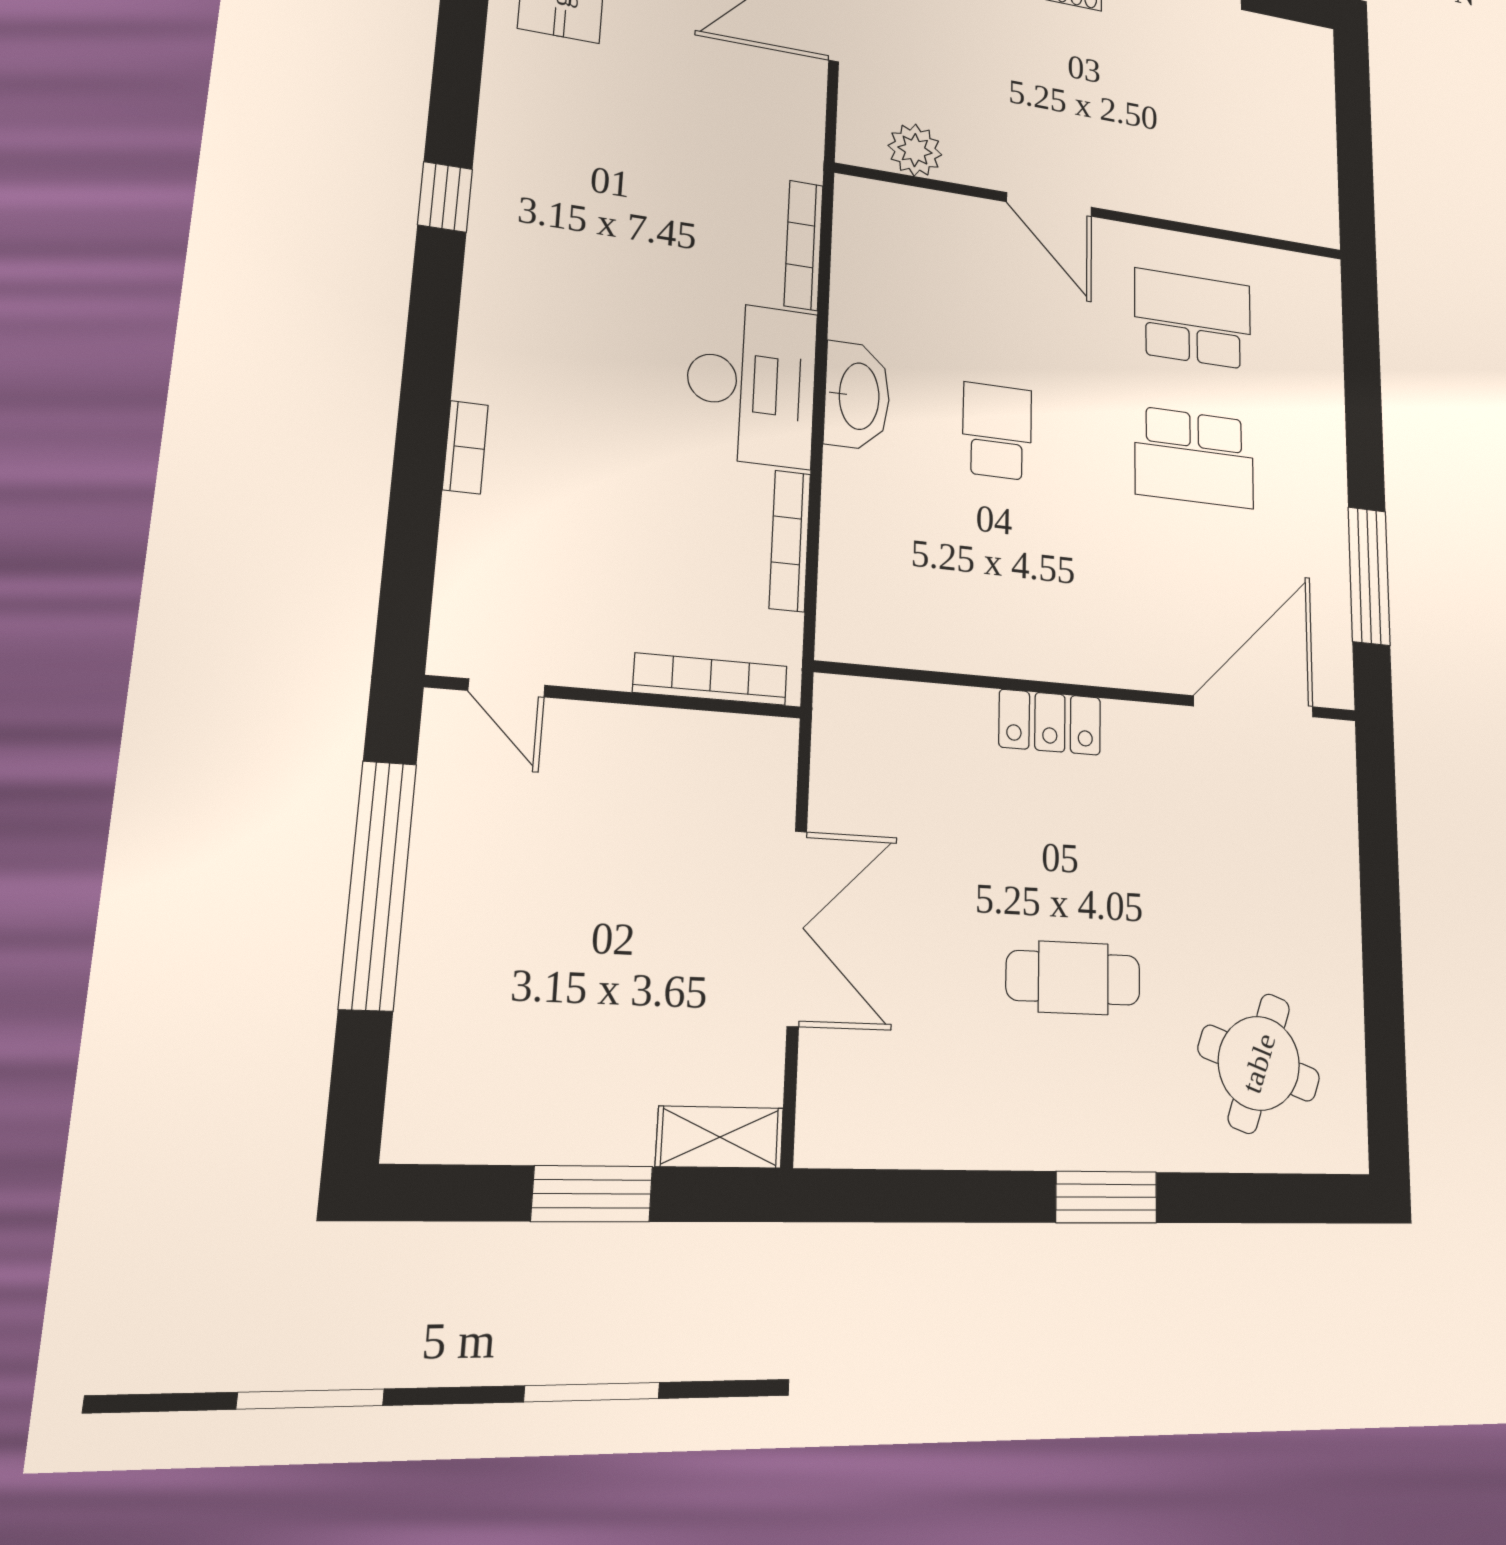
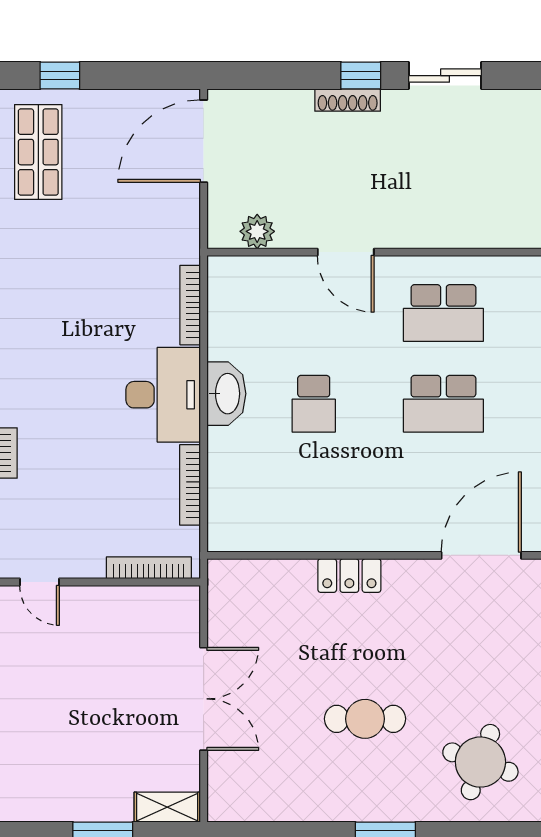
school desk: (1193, 319) -> (443, 313), turned 180
school desk: (997, 431) -> (314, 404), turned 180

